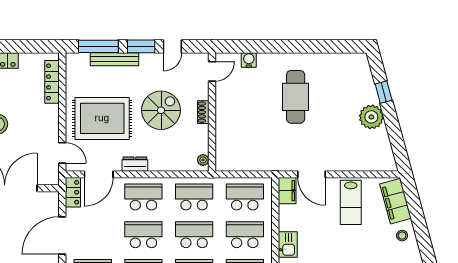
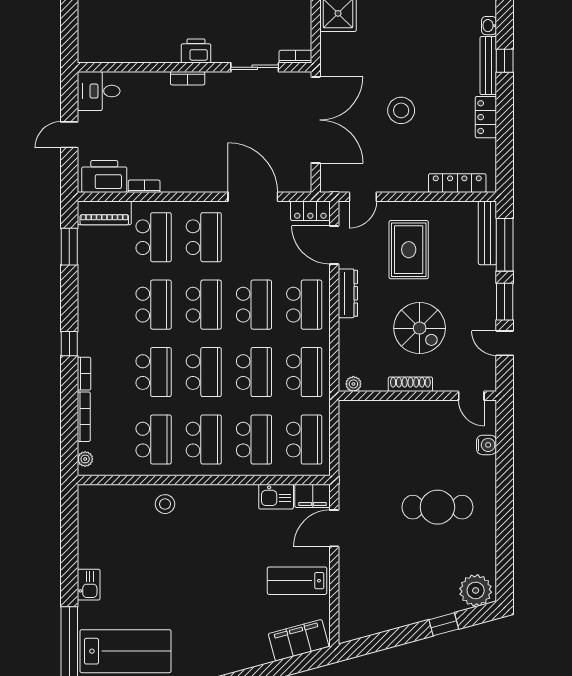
bench: (115, 59) -> (487, 233), moved
shoe rack: (203, 112) -> (410, 384), width x1.43
plant: (371, 117) -> (476, 590), moved
rug: (102, 118) -> (409, 250), width x0.73, depth x0.69
dresser: (135, 164) -> (348, 293), width x1.44
stool: (402, 236) -> (253, 649), removed
kitchen sink: (288, 245) -> (276, 497), moved

